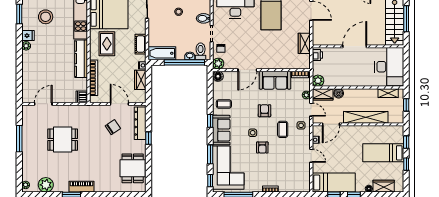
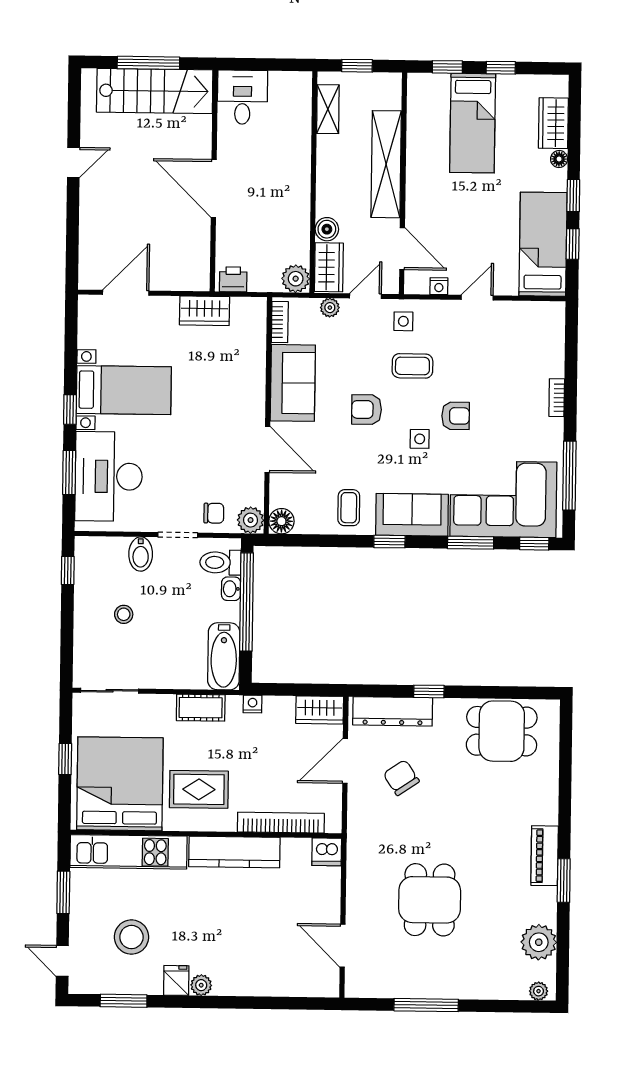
desk: (389, 67) -> (242, 97), width x0.53, depth x0.77
wardrobe: (140, 80) -> (320, 710), moved

